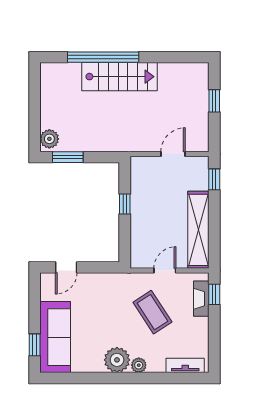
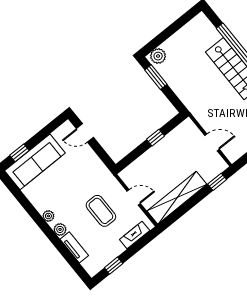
window: (214, 294) -> (114, 266), moved
coffee table: (152, 312) -> (101, 211), turned -57
plant: (117, 360) -> (48, 216), width x0.53, depth x0.53
tv unit: (185, 365) -> (74, 247), moved

